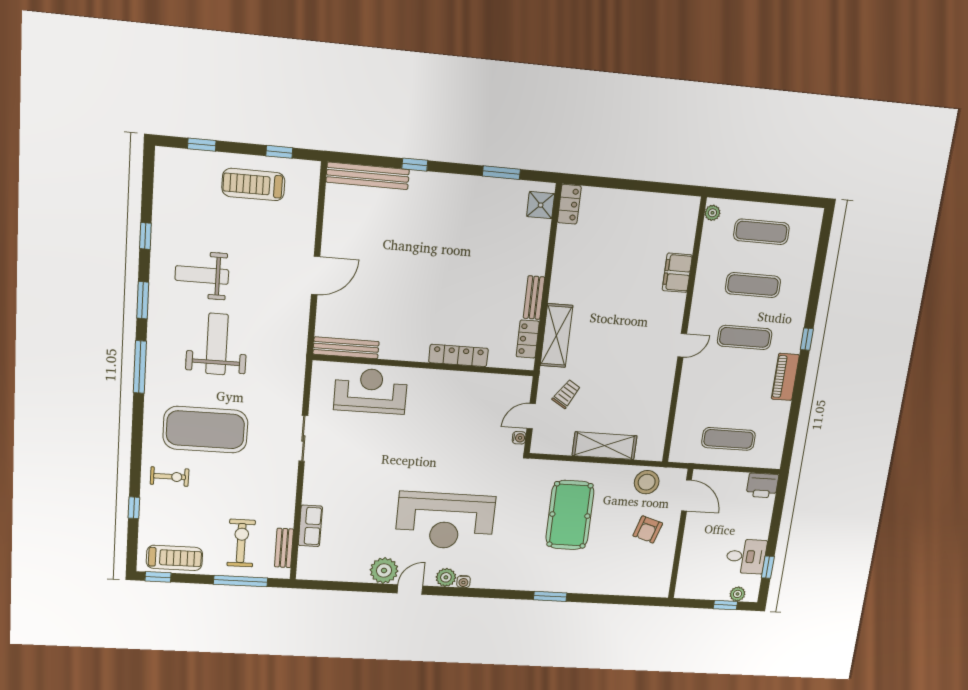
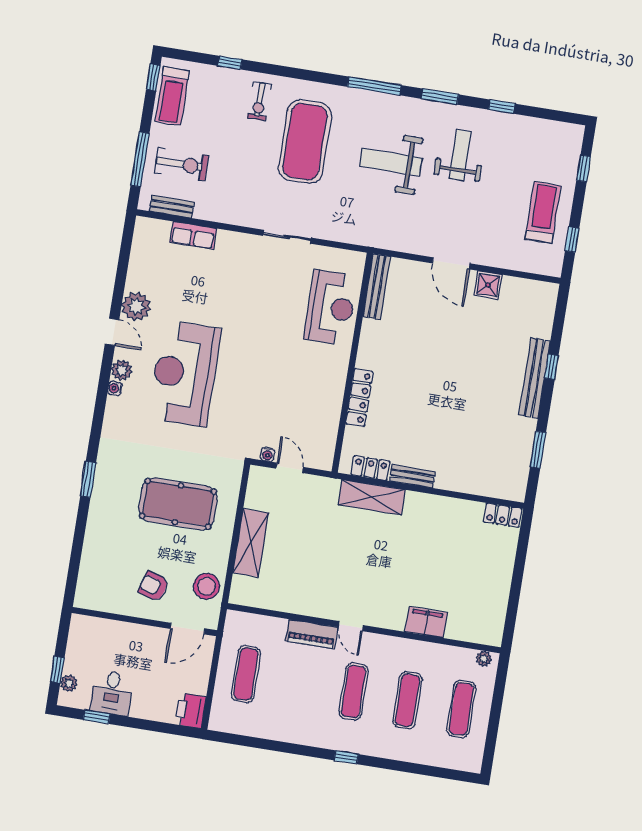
bench: (368, 176) -> (535, 378), moved
shower: (541, 205) -> (488, 285), moved
weight bench: (217, 344) -> (391, 162), turned 180
piano: (785, 377) -> (312, 634), moved, turned 180
trolley: (566, 394) -> (310, 505), removed

